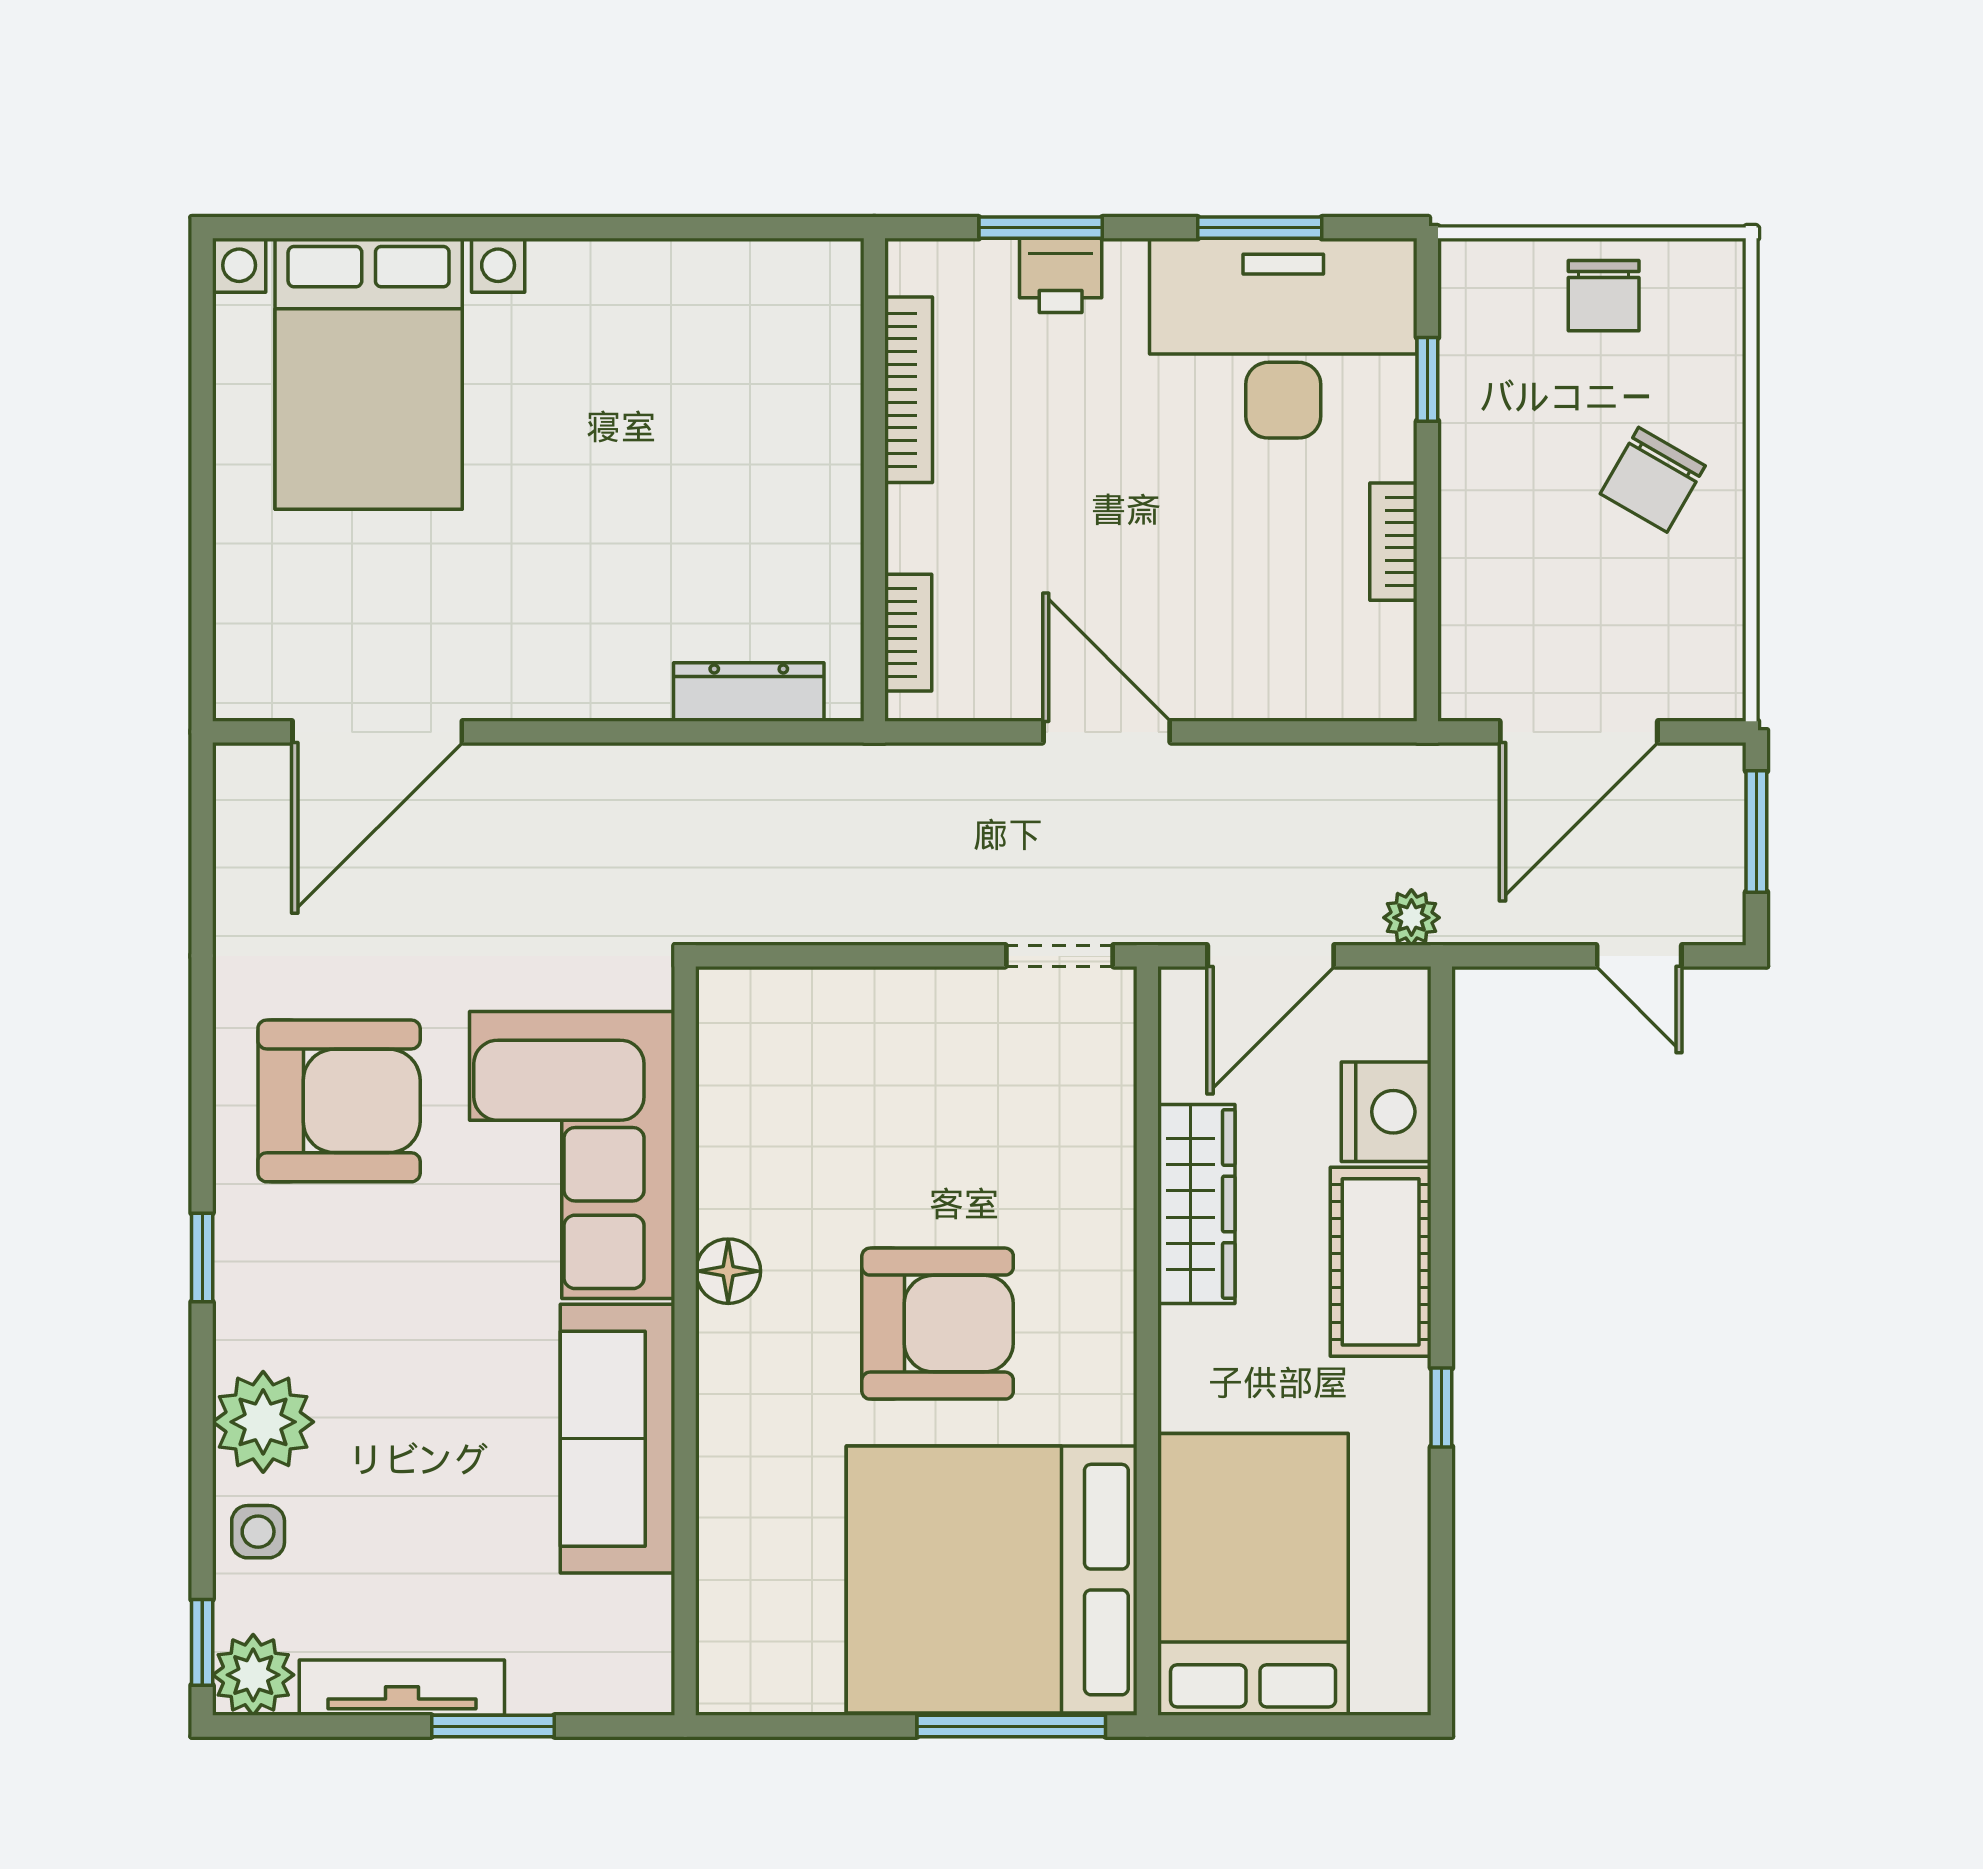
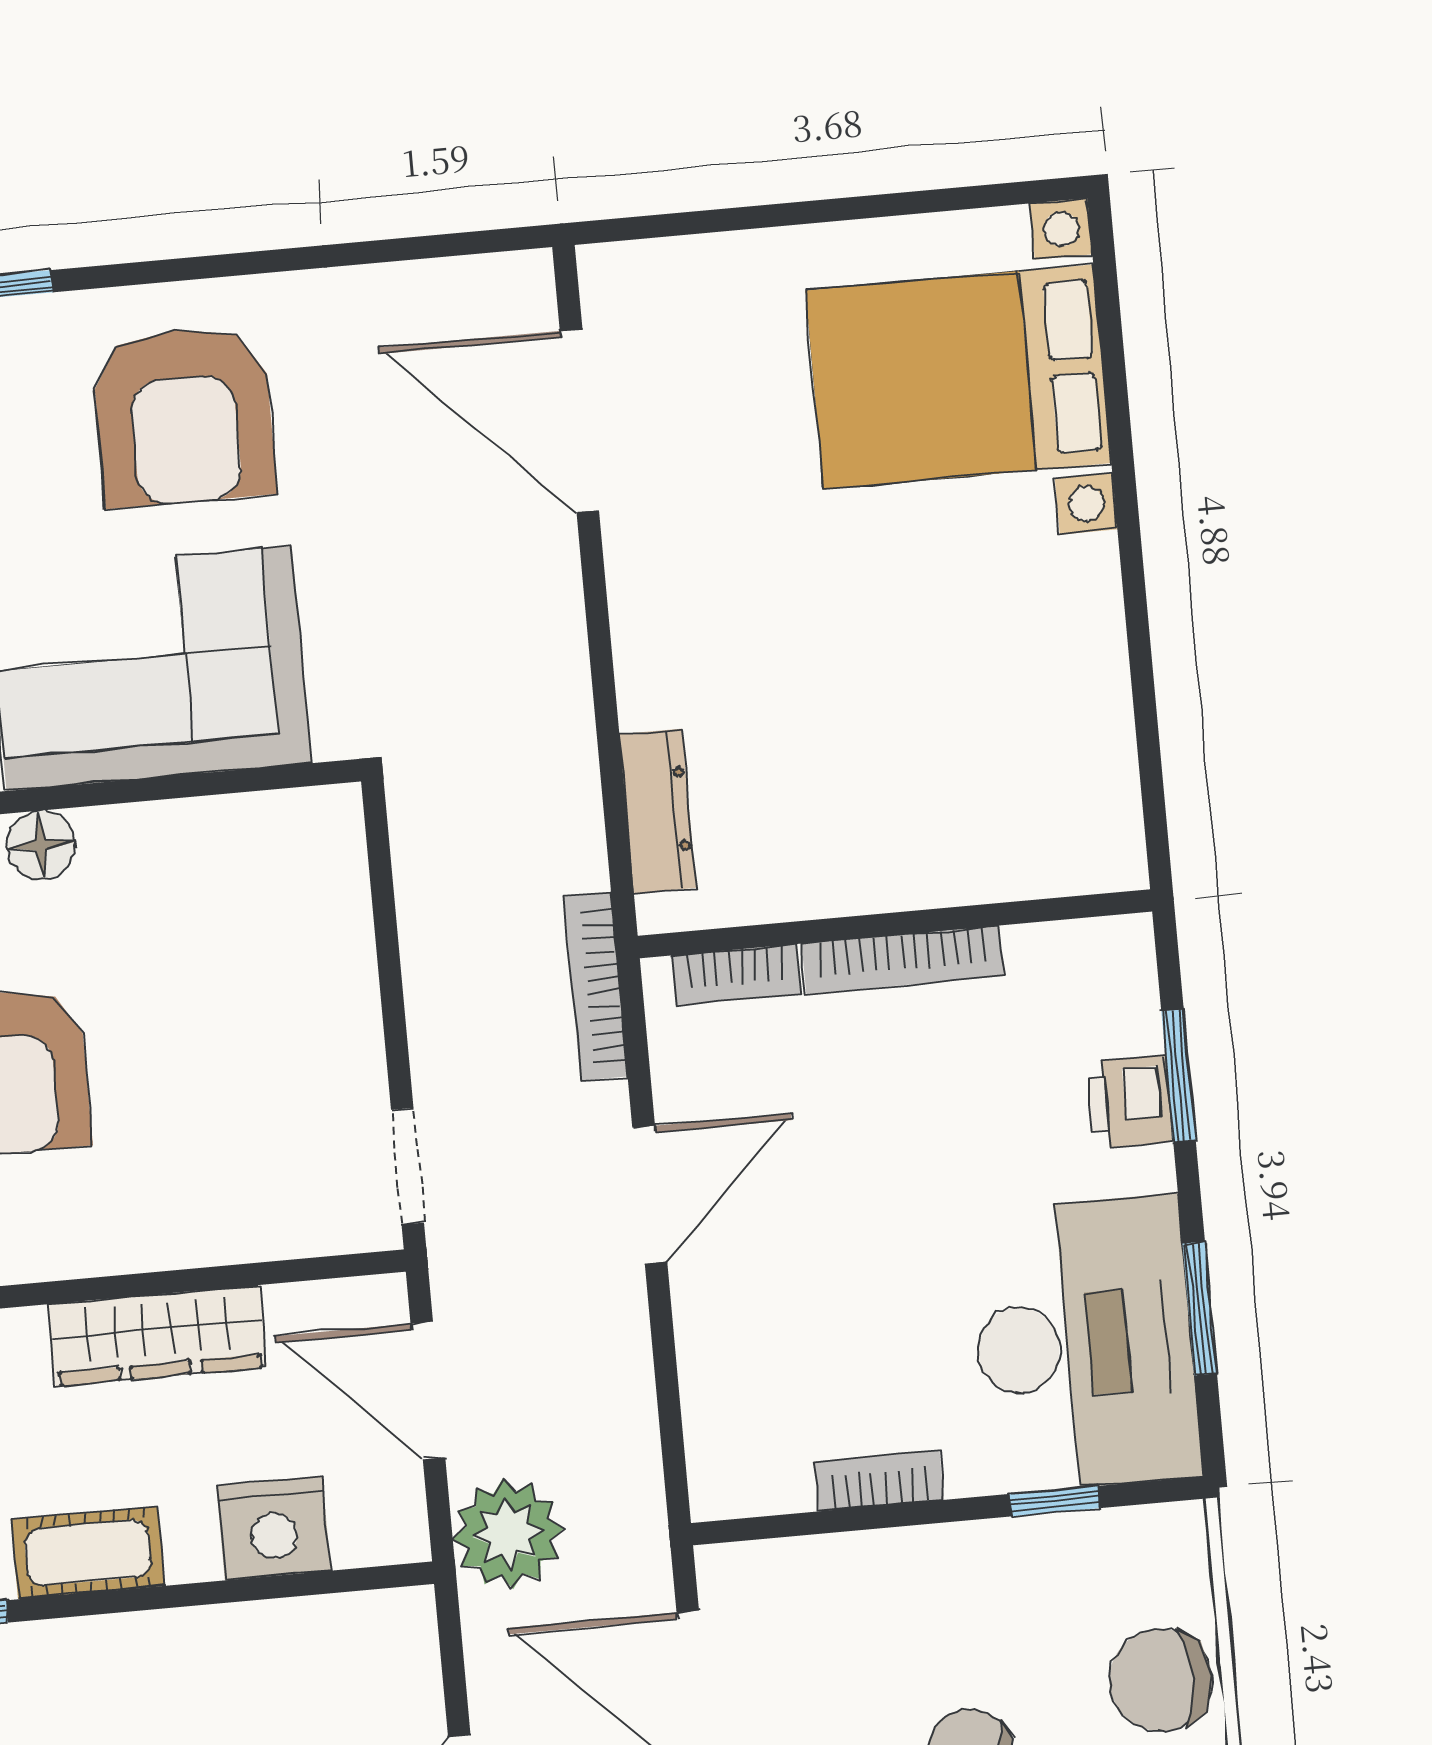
chair: (1604, 296) -> (1161, 1680), width x1.37, depth x1.37
bookcase: (909, 390) -> (903, 960), moved
bookcase: (907, 764) -> (596, 987), added
plant: (1411, 918) -> (508, 1534), width x1.88, depth x1.88
cot: (1381, 1262) -> (88, 1553), width x0.73, depth x0.75

